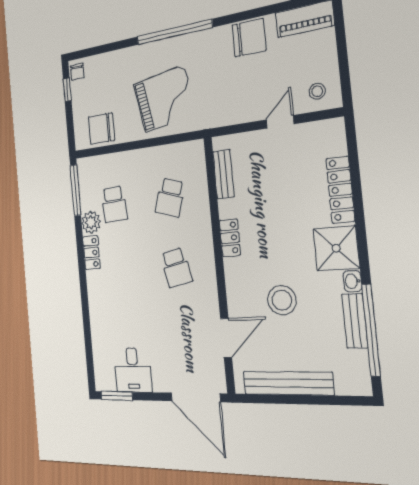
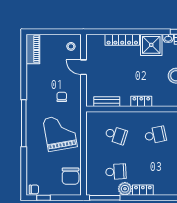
chair: (249, 38) -> (62, 97), moved, width x0.54, depth x0.54

